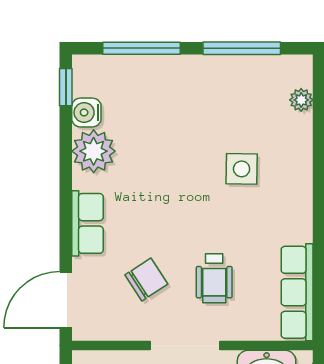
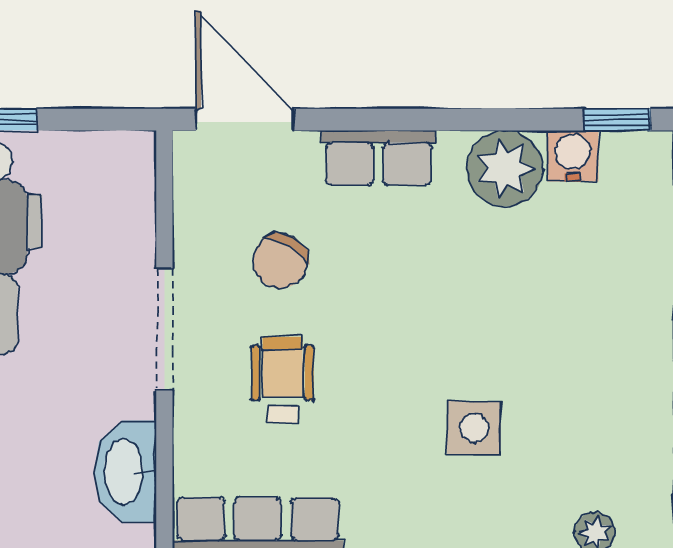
wheelchair: (214, 278) -> (282, 380), turned 90
chair: (146, 279) -> (280, 261), turned 62

